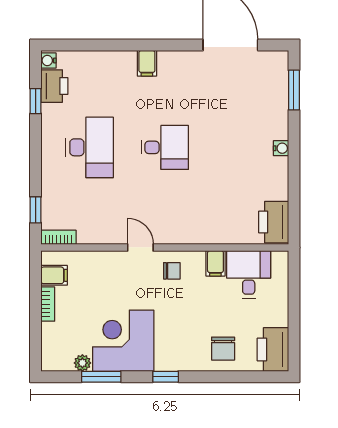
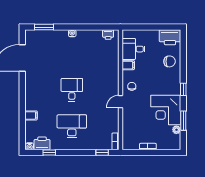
filing cabinet: (147, 63) -> (31, 115), moved
printer: (274, 222) -> (108, 35), width x0.53, depth x0.68
filing cabinet: (54, 275) -> (134, 143), removed

